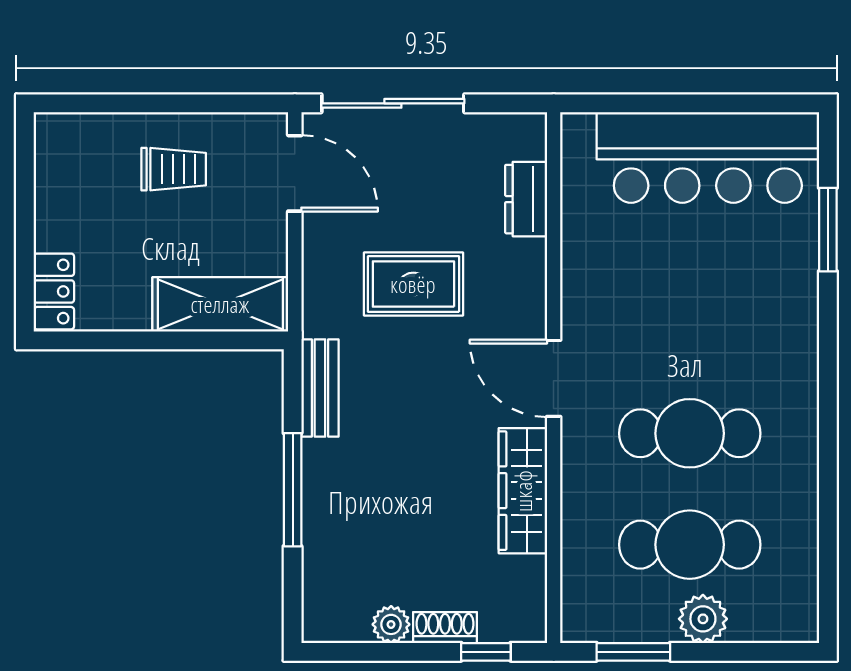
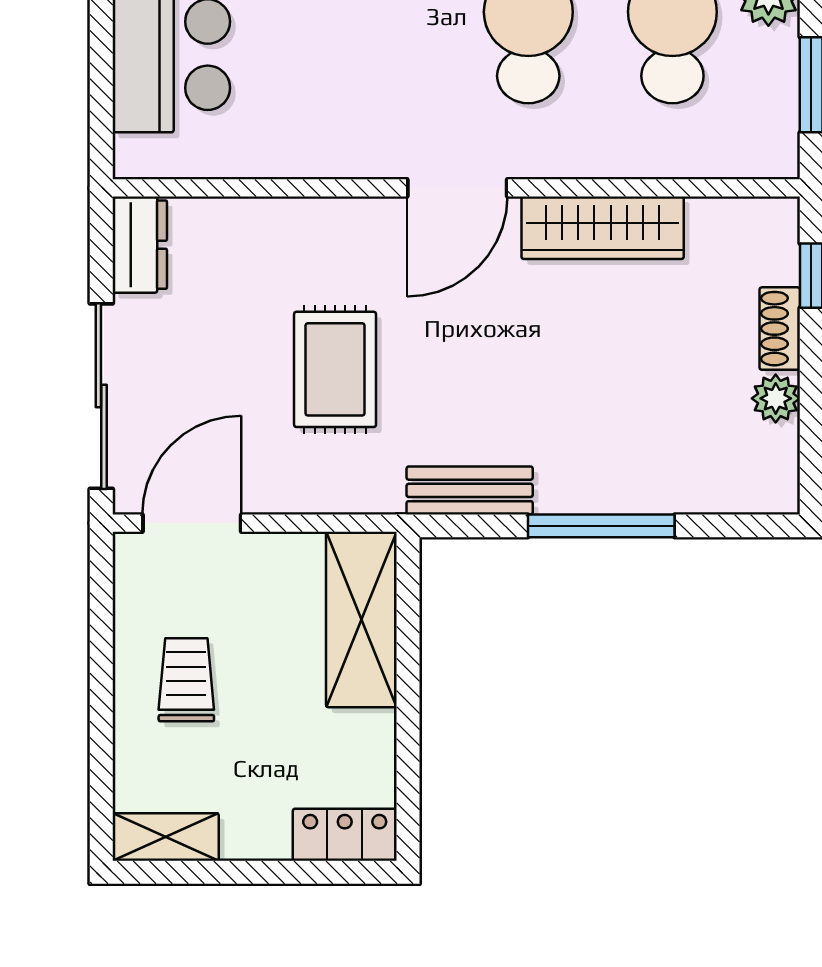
shelving: (52, 153) -> (166, 837), added
dresser: (526, 199) -> (140, 245), moved, turned -90

